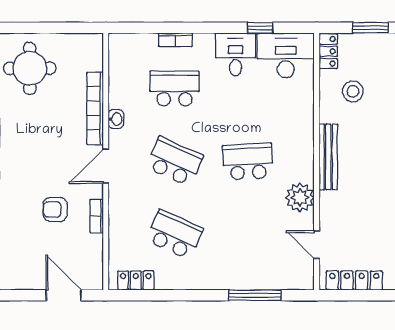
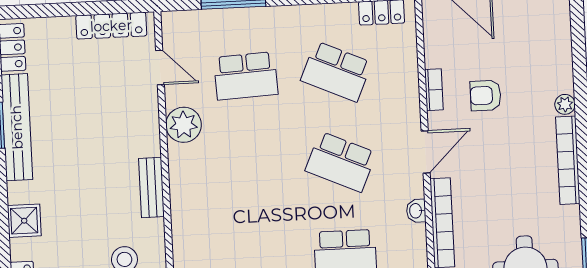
bench: (328, 157) -> (151, 188), width x0.73
school desk: (248, 162) -> (246, 76), moved
armchair: (55, 209) -> (486, 95), turned 180

